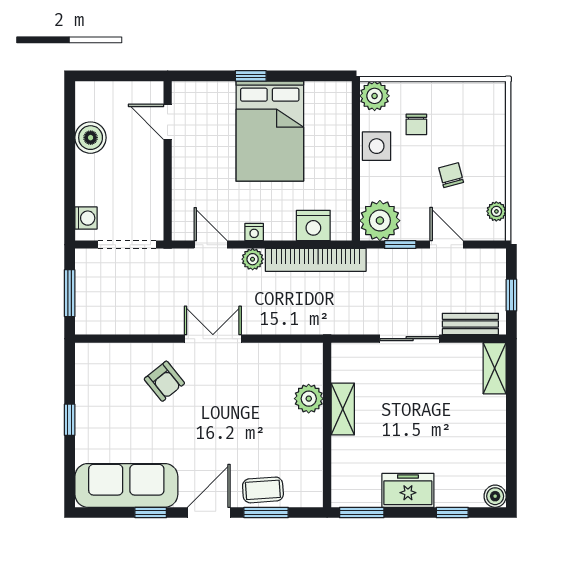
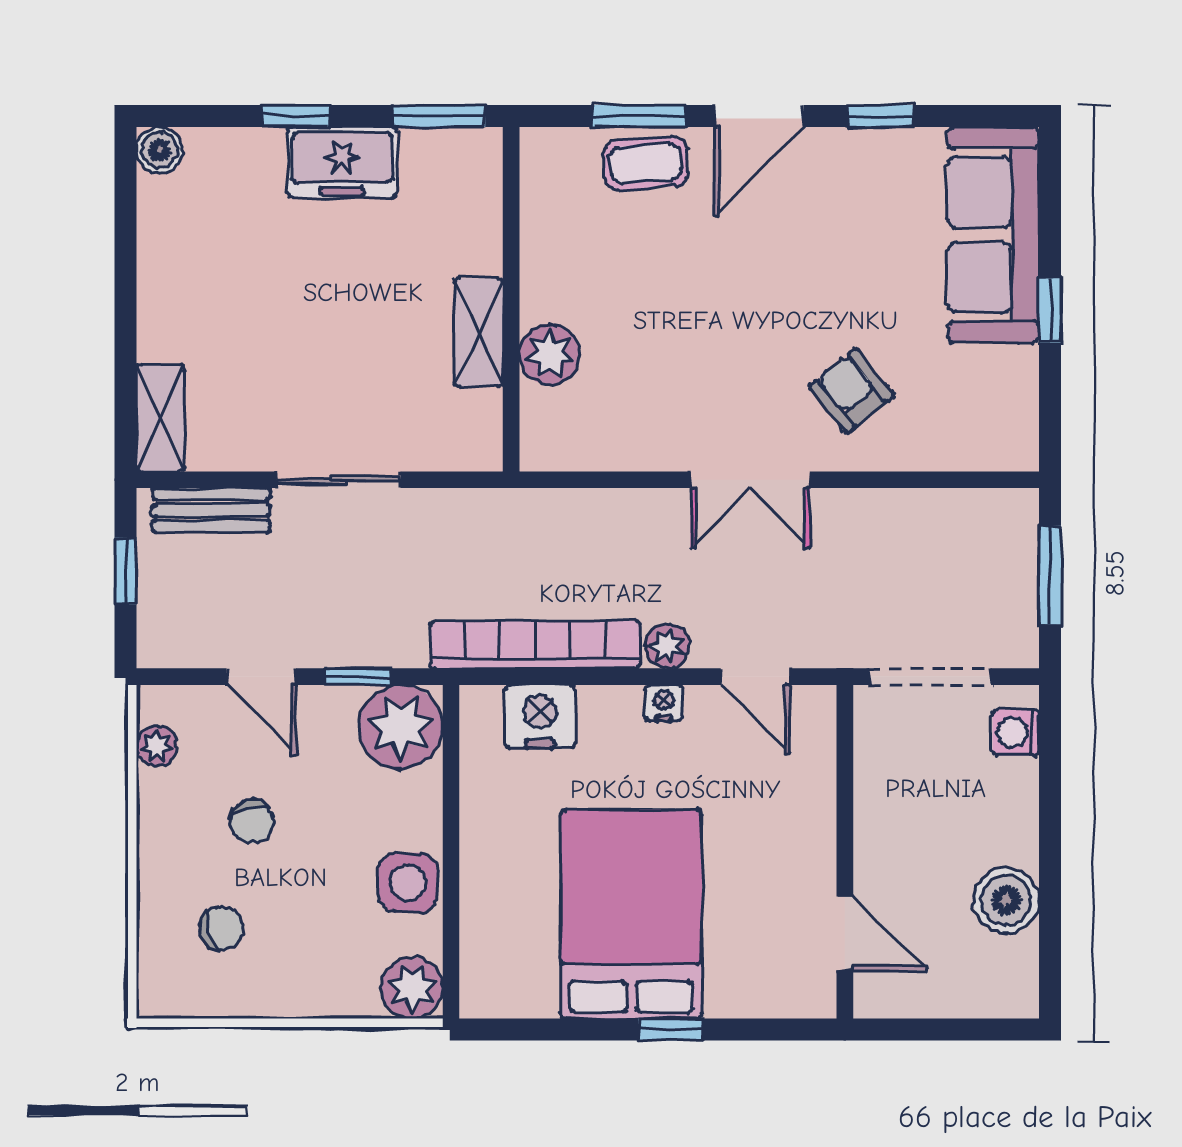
chair: (416, 124) -> (221, 929), moved, turned 74
sofa: (126, 485) -> (993, 235), moved, turned 90
window: (452, 513) -> (296, 116), moved

